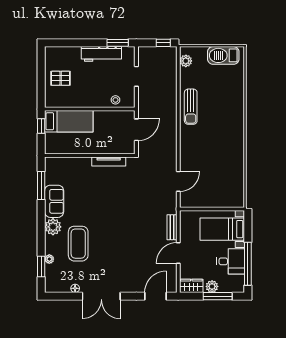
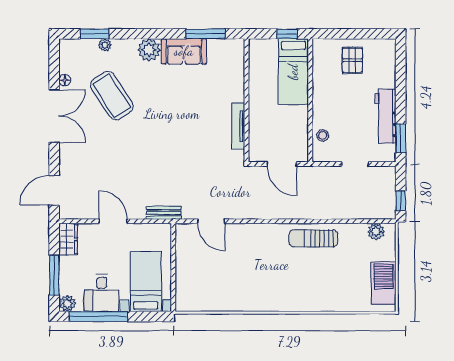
bench: (172, 227) -> (164, 213), moved
coffee table: (78, 244) -> (112, 96), moved, turned 57
plant: (212, 286) -> (67, 303), moved
double door: (101, 296) -> (54, 116), swing flipped
door: (156, 296) -> (54, 190), swing flipped

